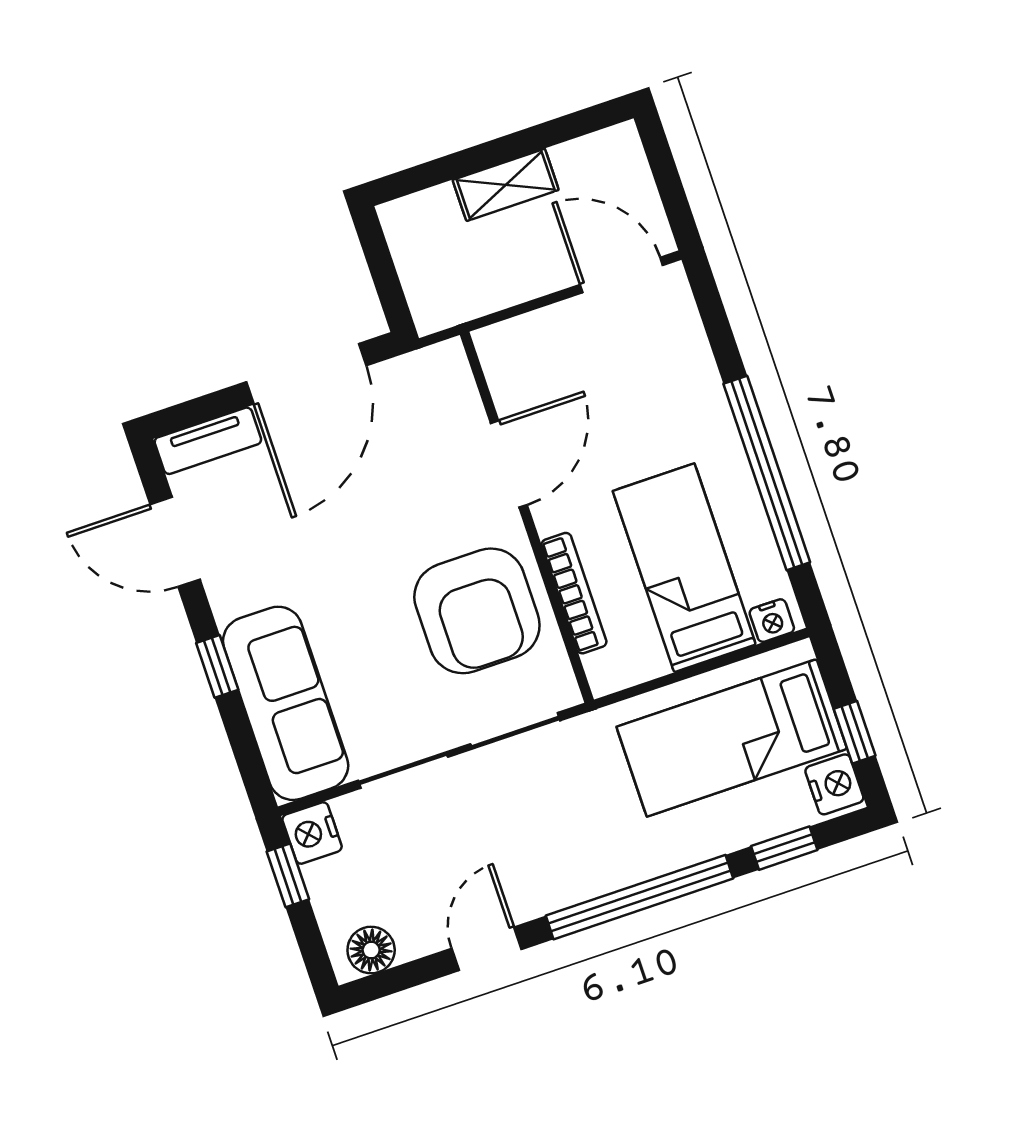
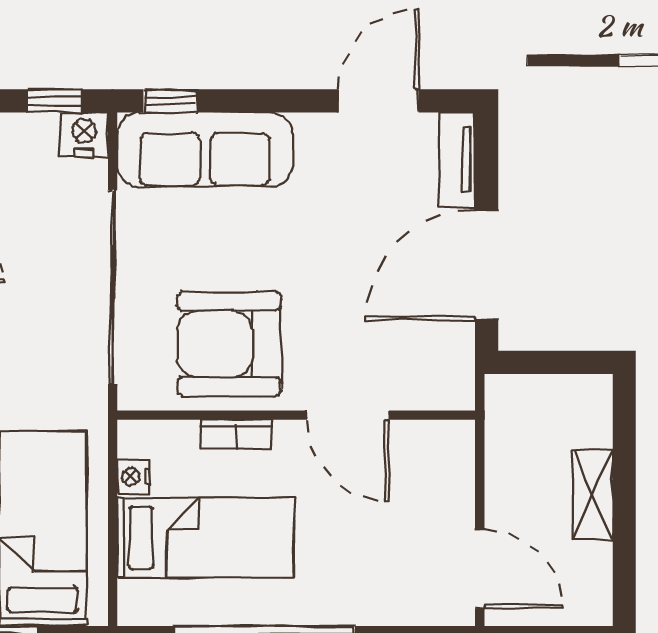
door: (621, 275) -> (480, 569), hinge flipped
door: (306, 374) -> (487, 265), hinge flipped
bookcase: (574, 593) -> (236, 434), width x0.64
nightstand: (772, 621) -> (134, 477), moved
window: (217, 666) -> (170, 101), moved

